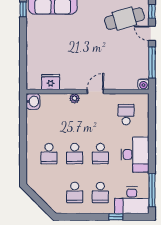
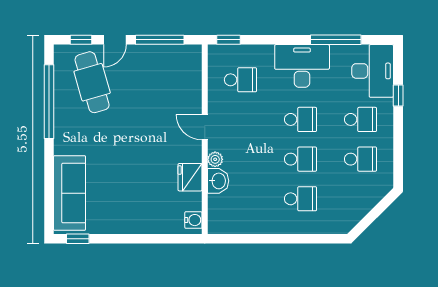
fridge: (51, 82) -> (190, 177), moved
water cooler: (143, 84) -> (193, 220), moved
washbasin: (33, 101) -> (218, 181), moved, turned 90
window: (152, 107) -> (229, 40), added
school desk: (126, 115) -> (240, 80), turned 180
window: (152, 190) -> (336, 40), moved

